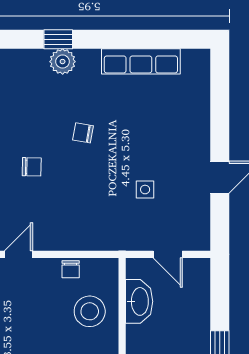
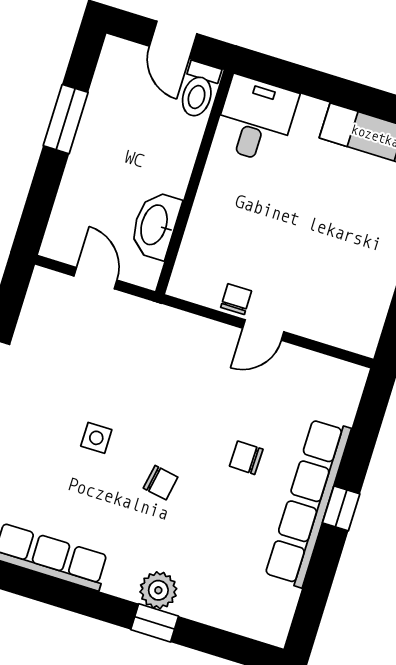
side table: (145, 190) -> (96, 438), moved
door: (19, 254) -> (263, 330), moved
stool: (90, 311) -> (228, 233), removed

